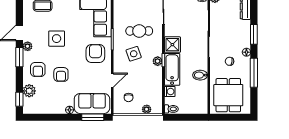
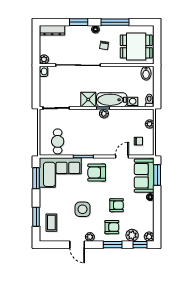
cafe table: (139, 31) -> (58, 141), moved
side table: (134, 54) -> (97, 136), removed
window: (19, 57) -> (113, 245), moved
bidet: (200, 75) -> (146, 73), moved
door: (112, 80) -> (122, 156), hinge flipped
plant: (28, 109) -> (149, 237), added

